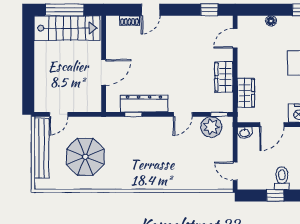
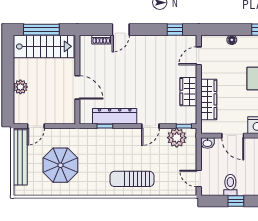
plant: (42, 72) -> (20, 87), added
door: (104, 72) -> (77, 87), hinge flipped
wardrobe: (246, 93) -> (209, 99), width x1.50
door: (272, 125) -> (233, 136), hinge flipped
sun lounger: (163, 172) -> (132, 179), added
toilet: (282, 178) -> (230, 185), moved

